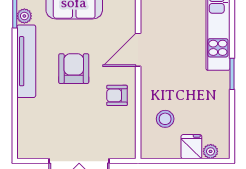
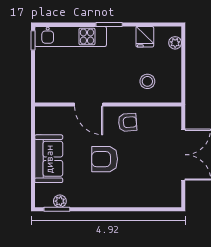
tv unit: (26, 61) -> (98, 199), removed
armchair: (117, 95) -> (127, 122), turned -94
fridge: (191, 147) -> (145, 37), moved, turned -90

